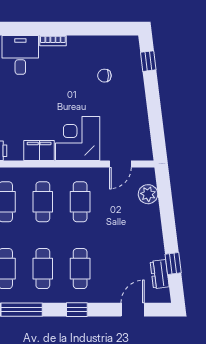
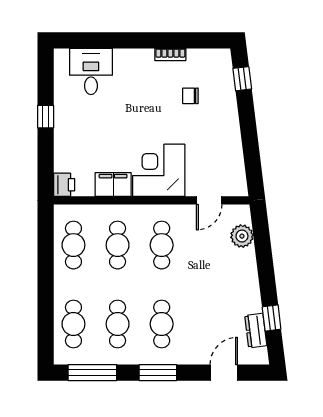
bookcase: (53, 41) -> (170, 55), moved
window: (77, 310) -> (158, 373), width x1.50

